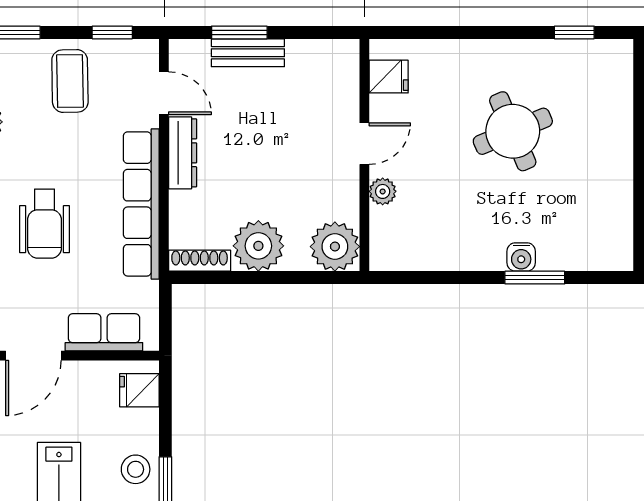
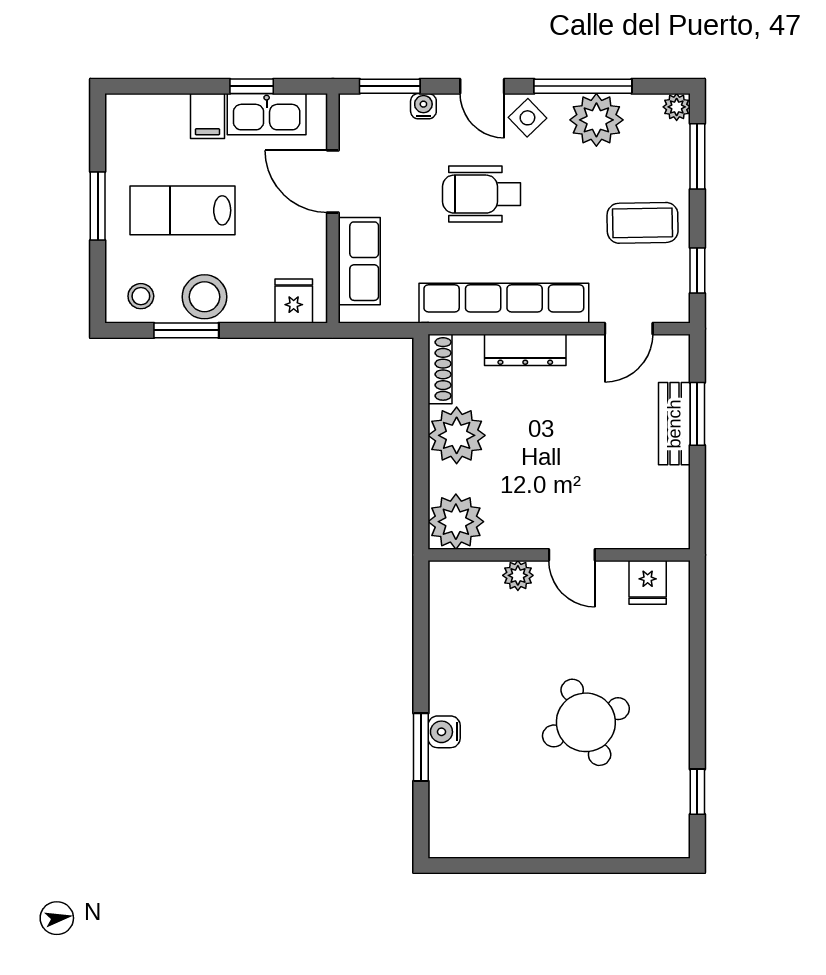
dresser: (183, 153) -> (525, 350), moved
stool: (136, 469) -> (204, 297), width x1.38, depth x1.38

